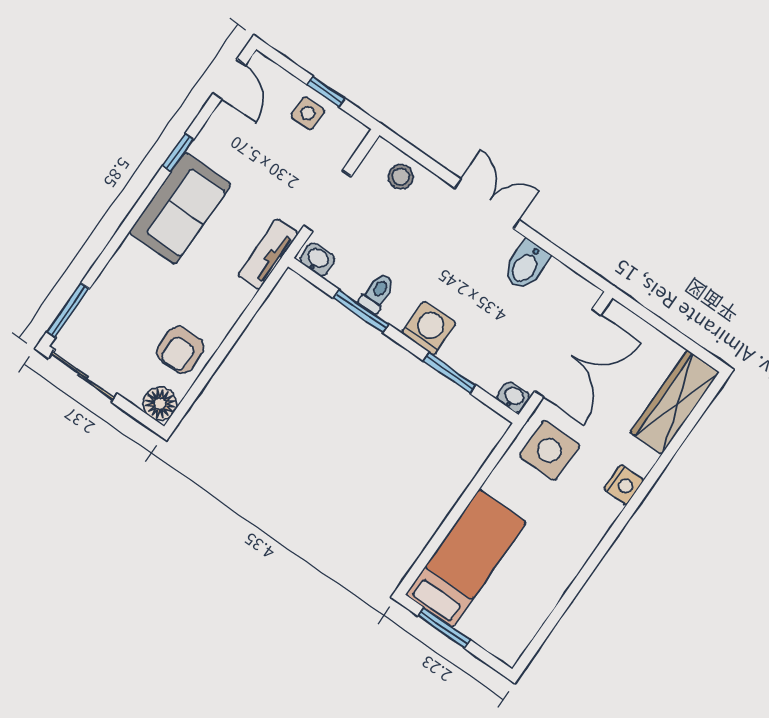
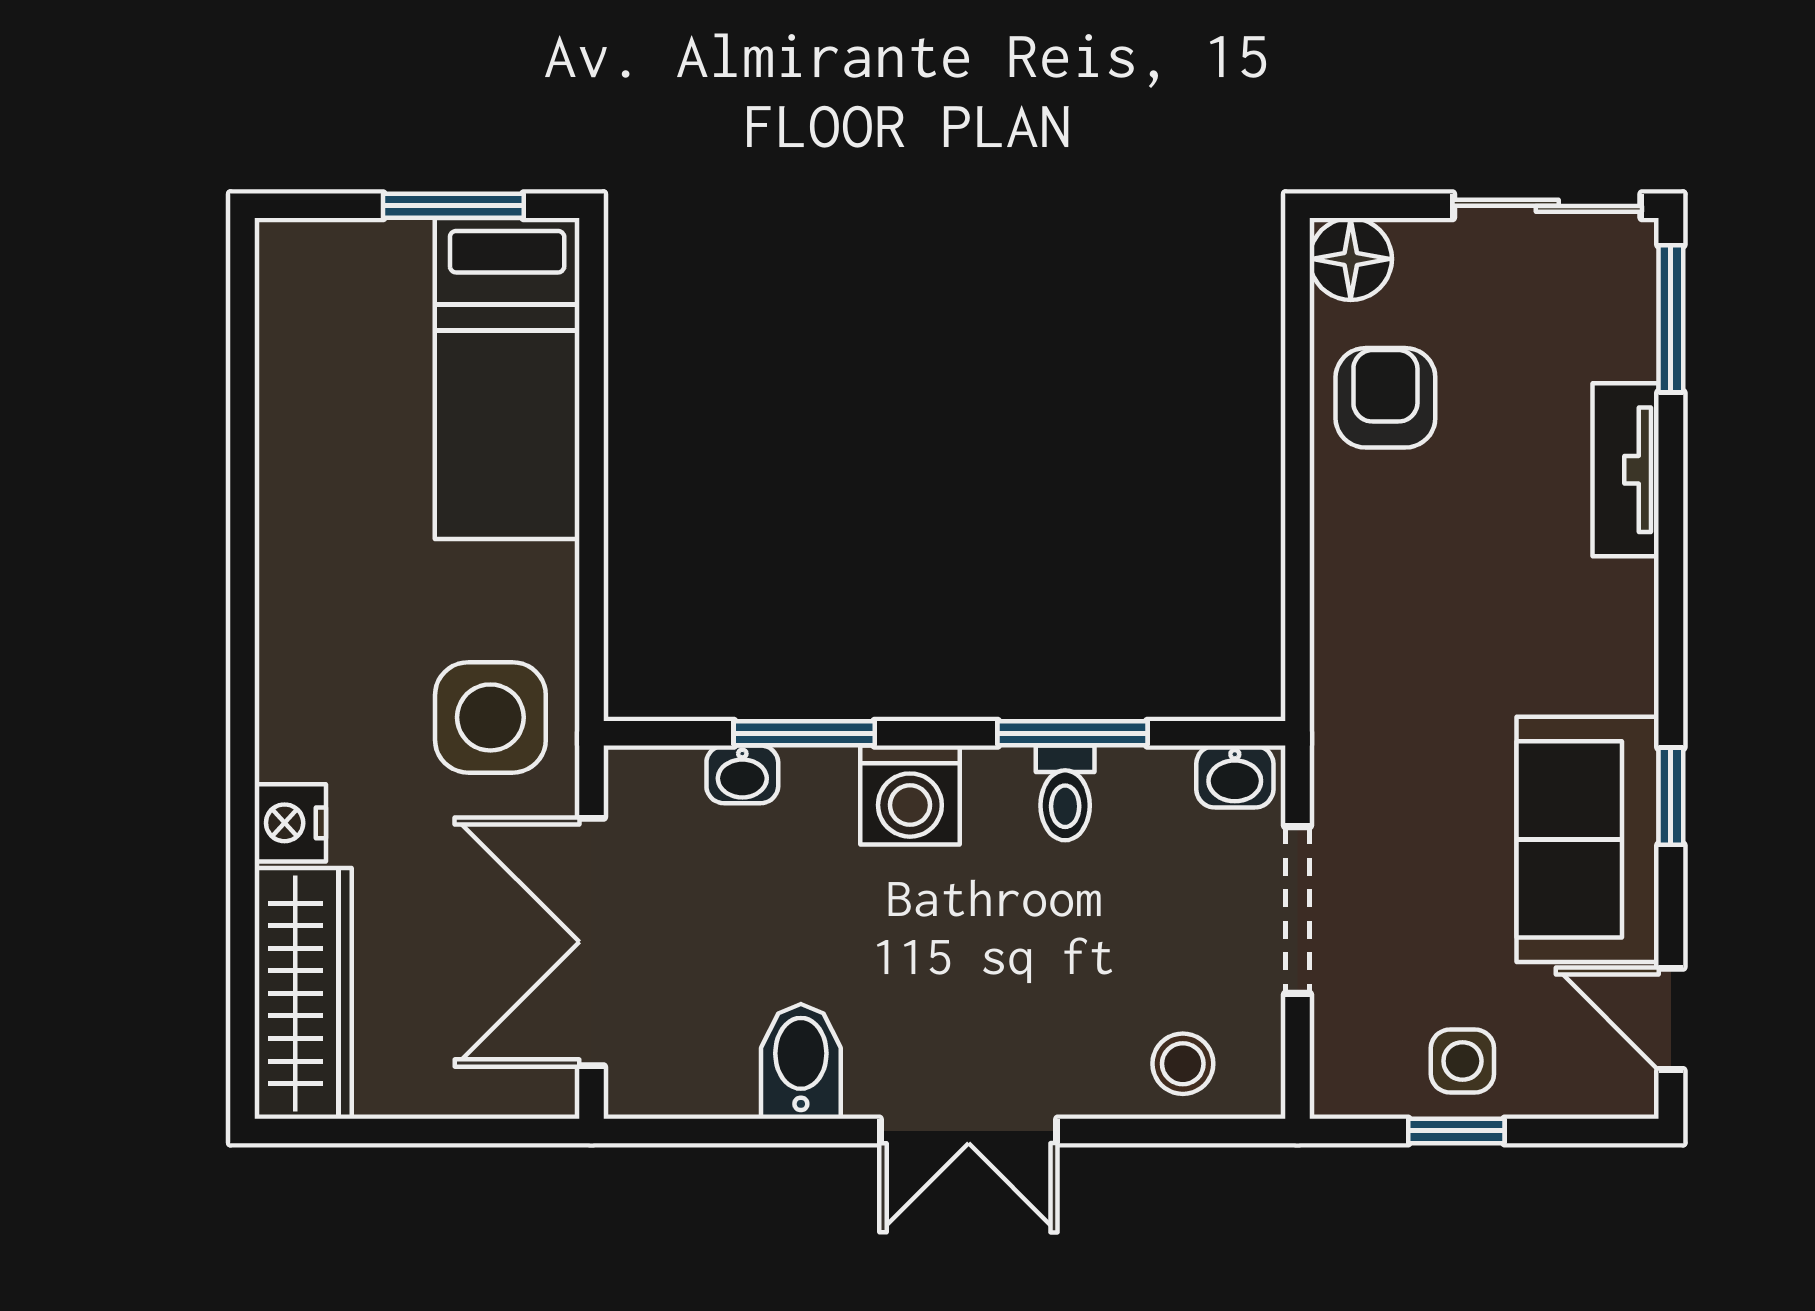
sofa: (180, 208) -> (1588, 839), moved
tv unit: (268, 254) -> (1626, 470), moved, turned 180
washbasin: (513, 397) -> (742, 774), moved
nightstand: (624, 485) -> (290, 823), moved

